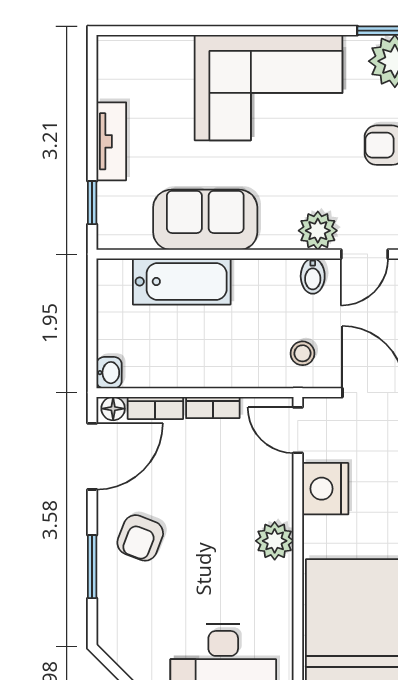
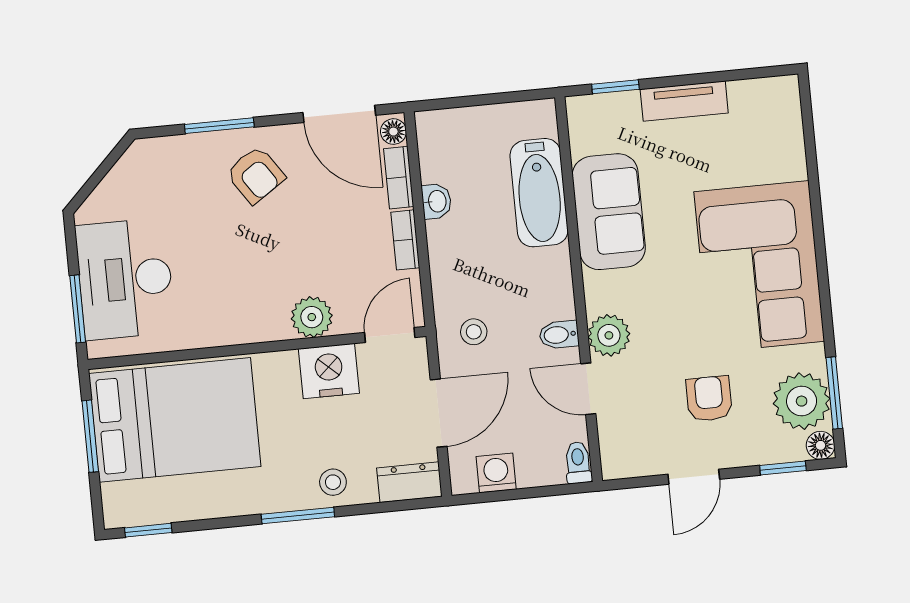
washbasin: (109, 373) -> (436, 201), moved, turned -90
armchair: (140, 538) -> (256, 175), turned -145
plant: (275, 541) -> (312, 317), moved

